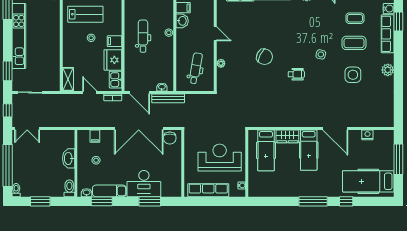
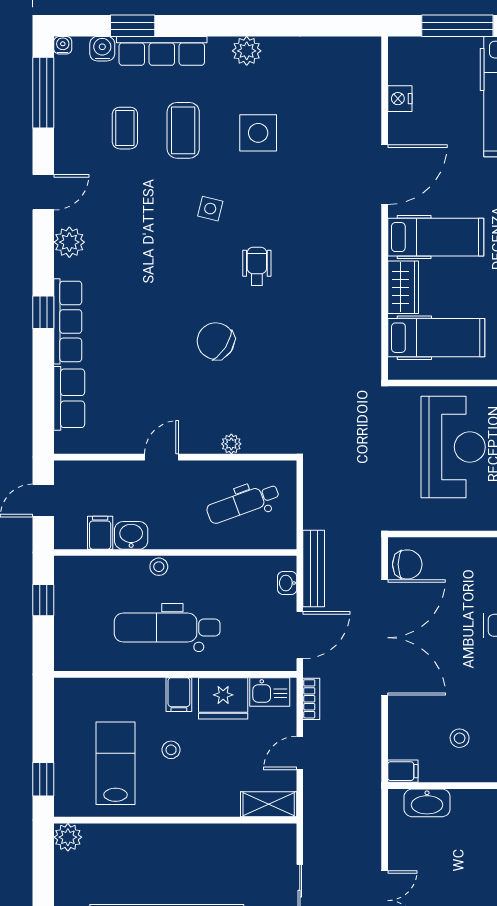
dental chair: (143, 36) -> (167, 628), width x1.36, depth x1.38
chair: (265, 57) -> (216, 341), turned -84
dental chair: (196, 68) -> (243, 503), turned -30
filing cabinet: (95, 136) -> (403, 771), moved
washbasin: (69, 158) -> (427, 803), moved
reception desk: (220, 158) -> (453, 447), turned 180

